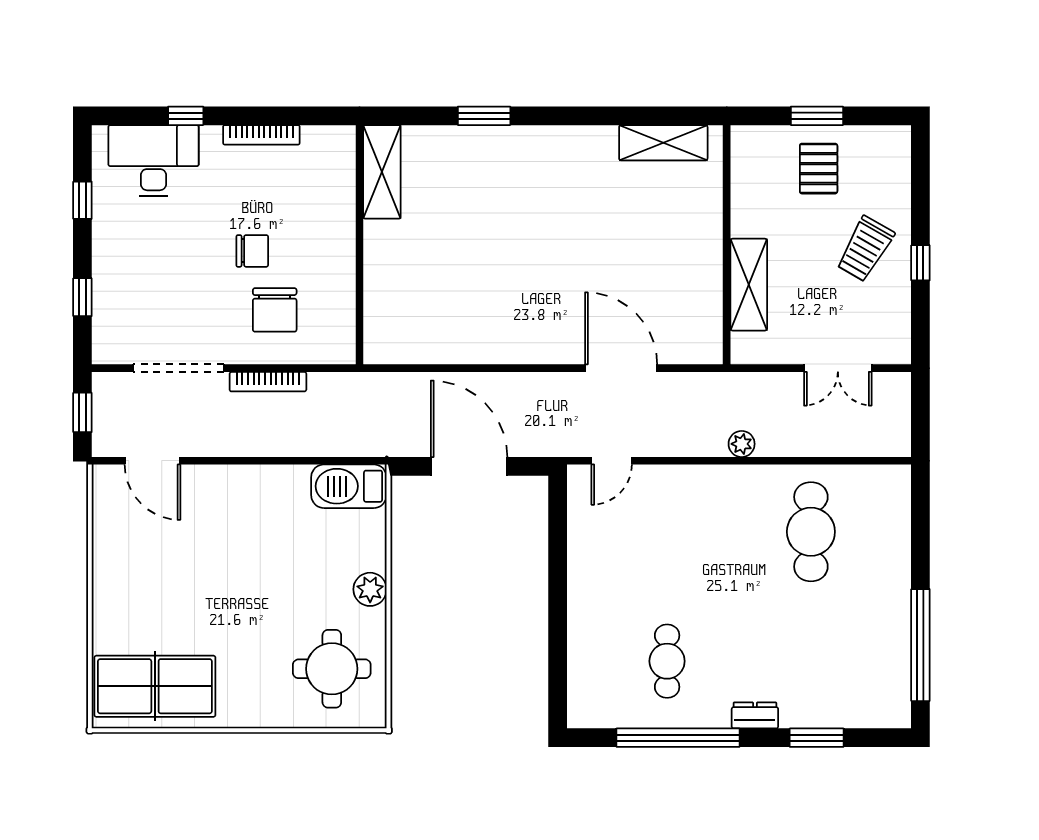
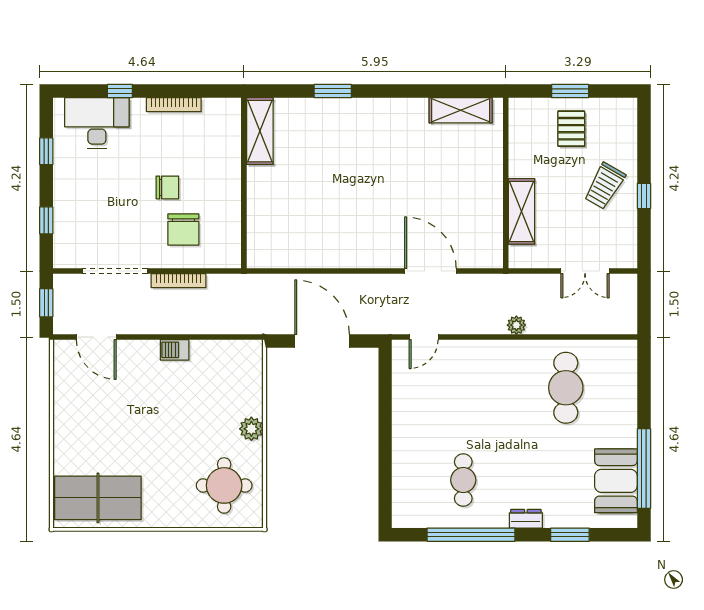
barbecue: (349, 486) -> (175, 350), moved, width x0.53, depth x0.65
booth: (881, 662) -> (616, 481), added

